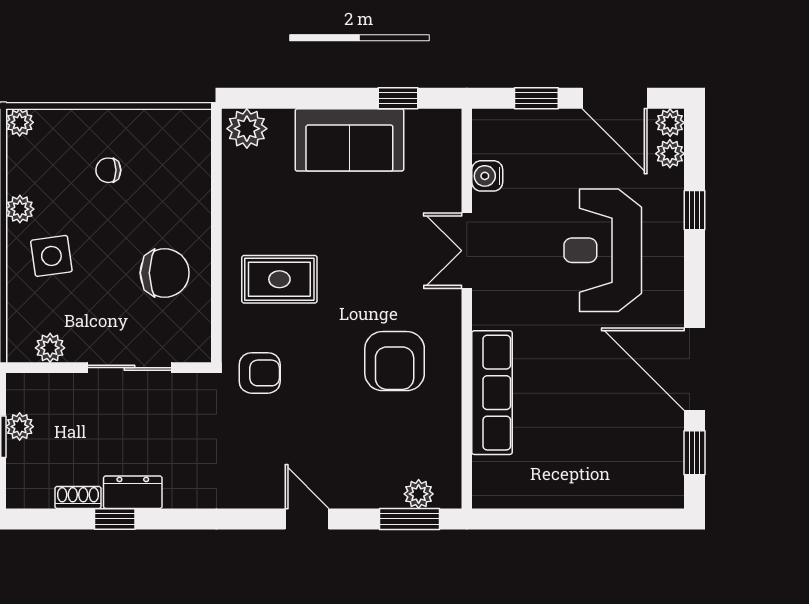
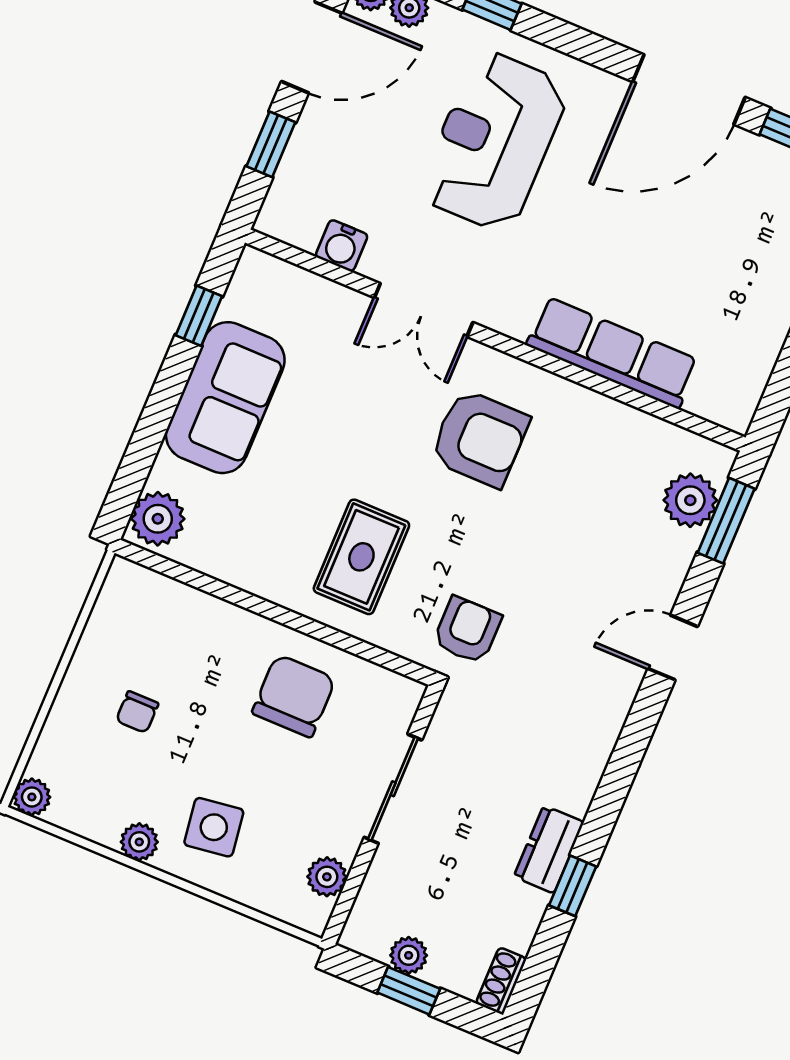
reception desk: (603, 250) -> (494, 141), turned 90
armchair: (395, 361) -> (480, 438), moved
plant: (419, 494) -> (690, 500), width x1.38, depth x1.38
shoe rack: (78, 497) -> (501, 981), moved

